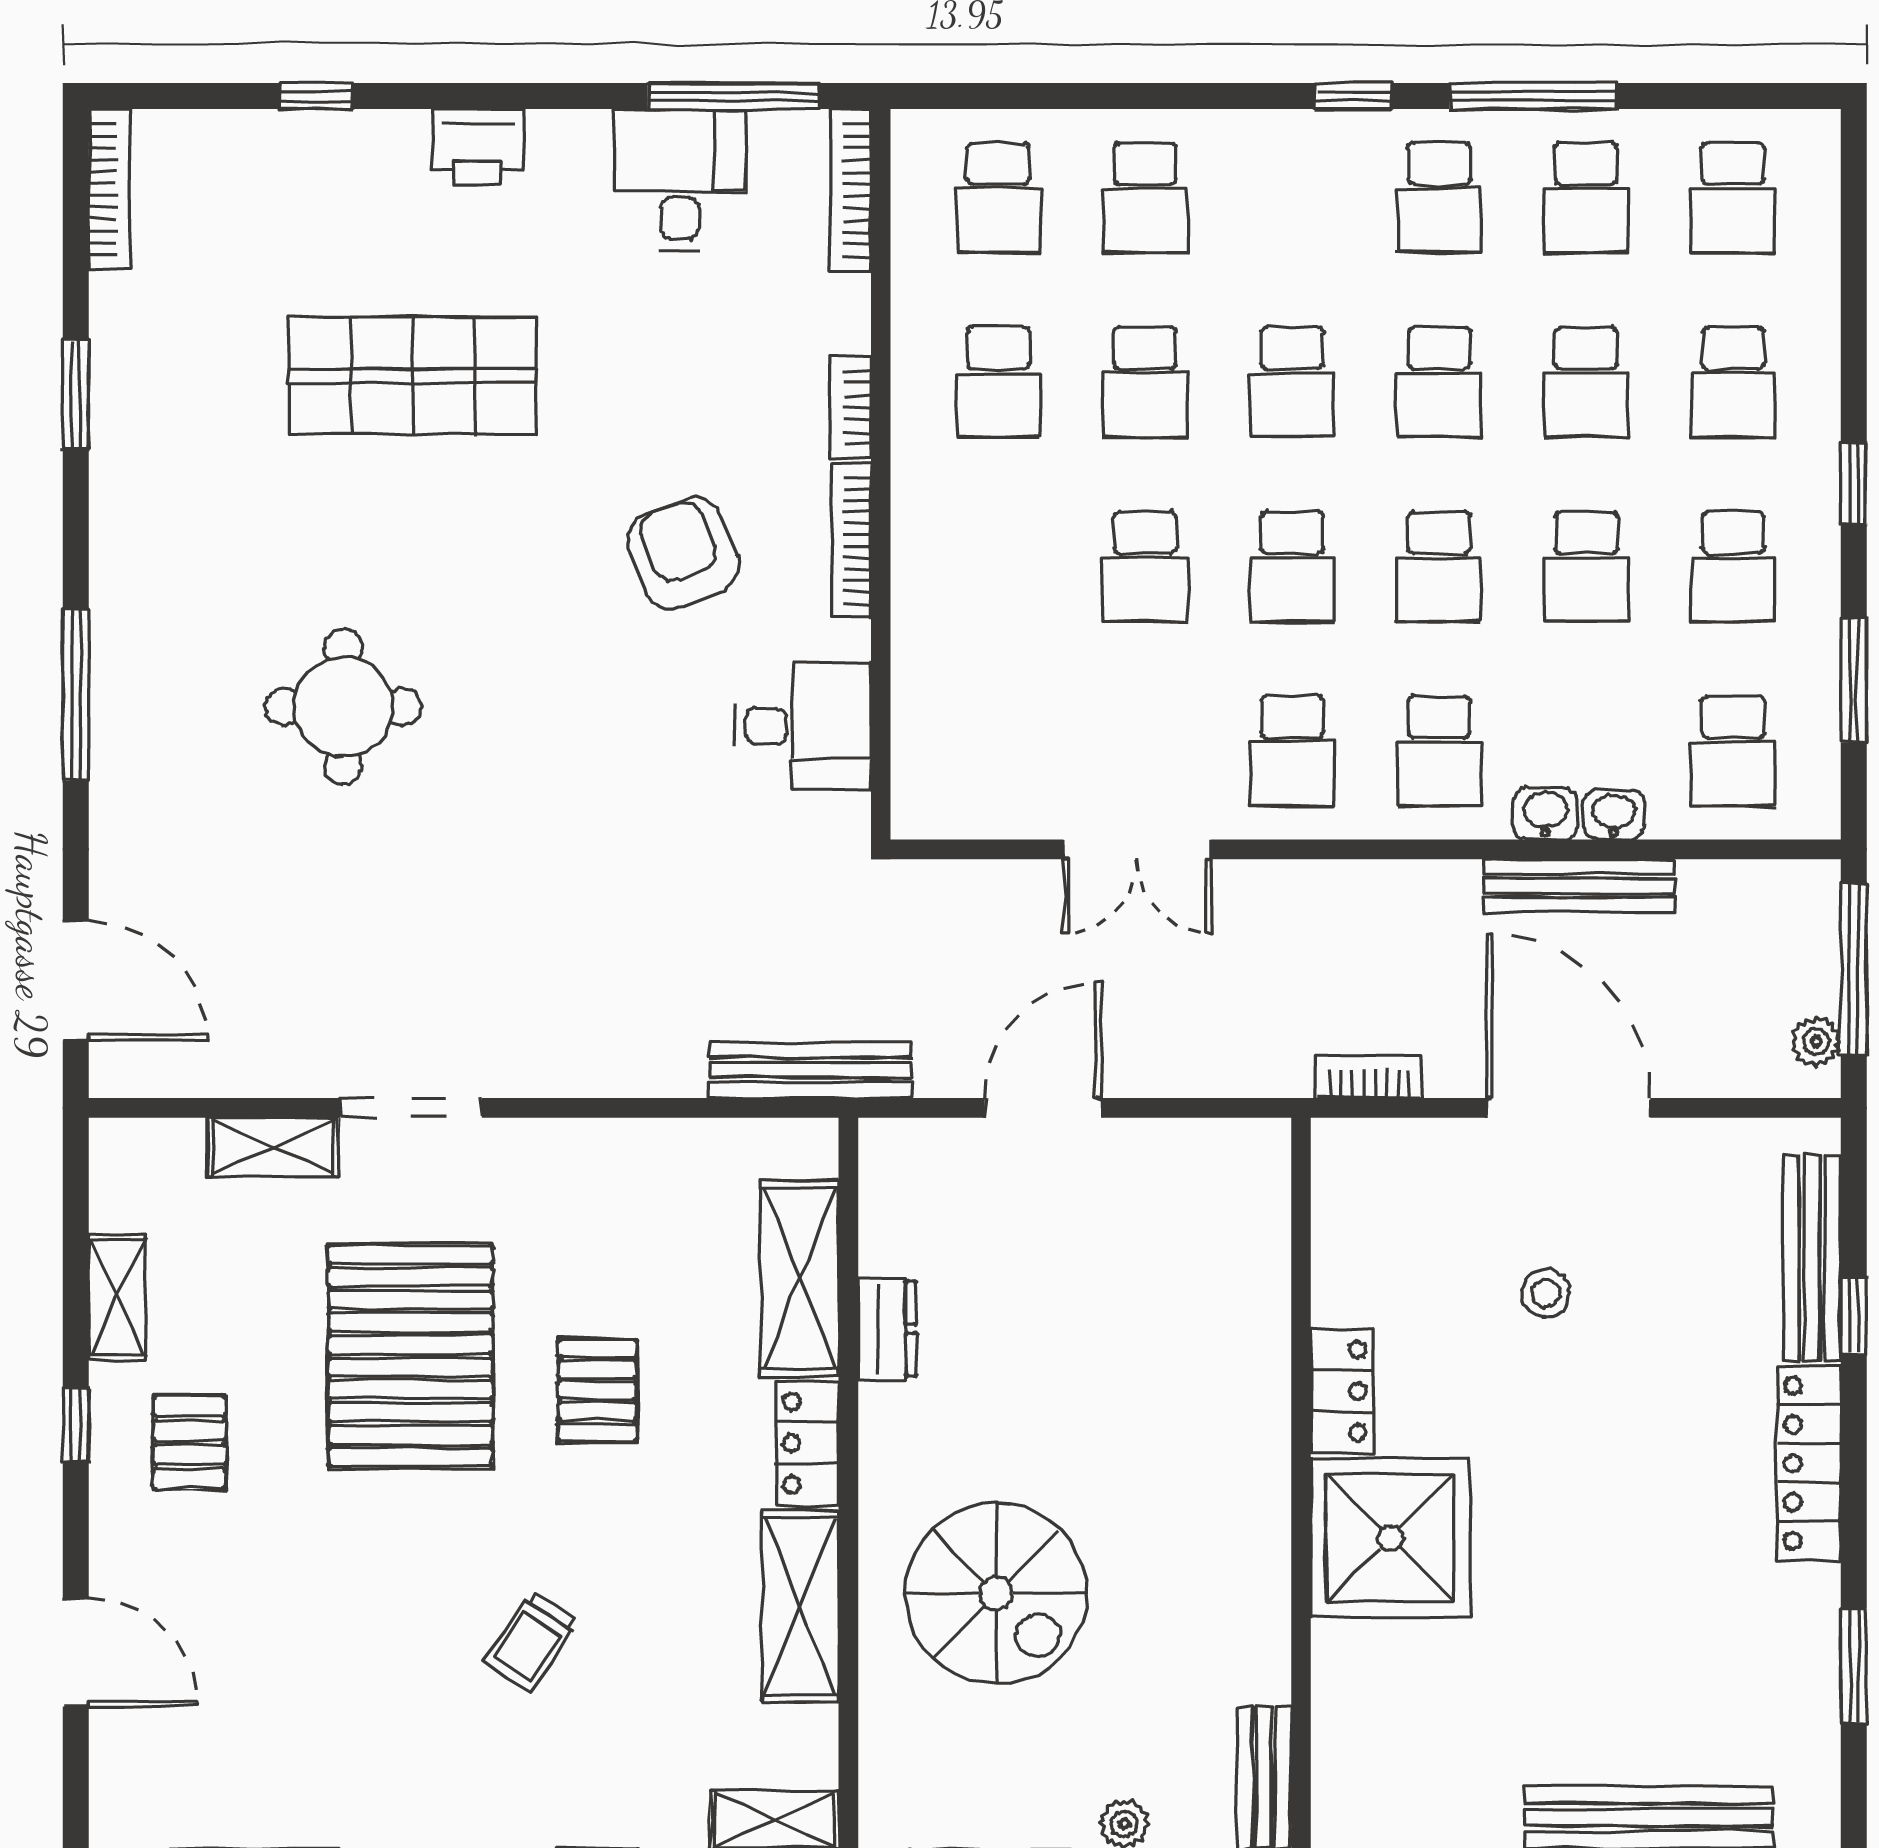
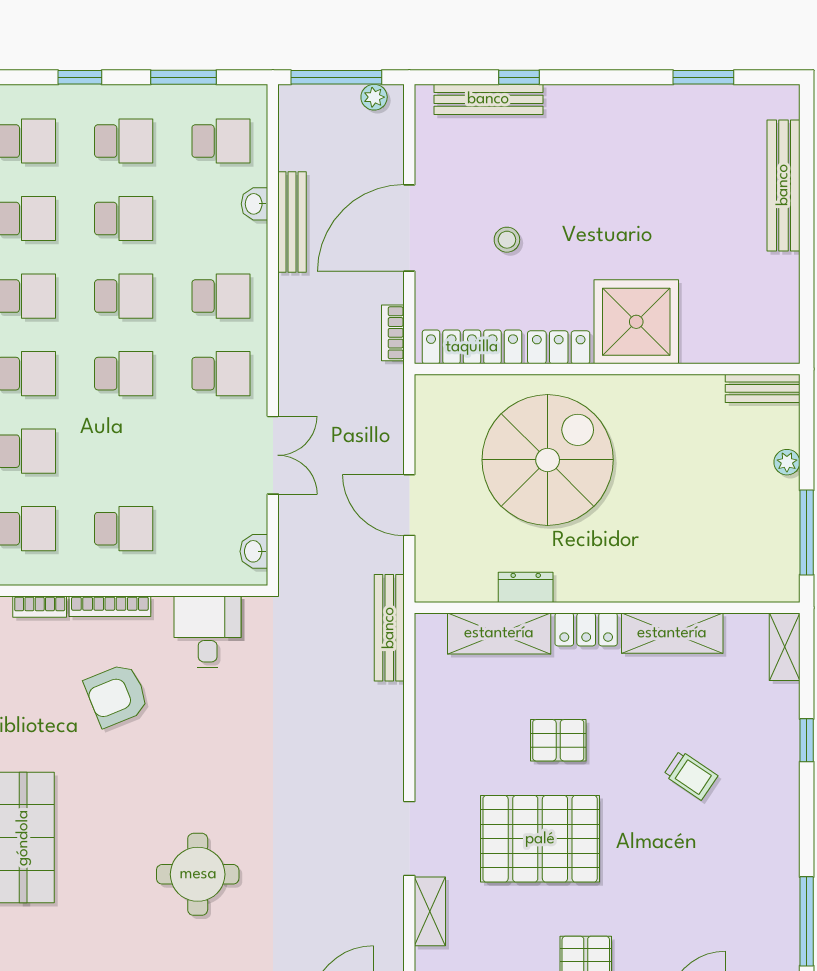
school desk: (1145, 567) -> (124, 529), moved
washbasin: (1545, 814) -> (254, 551), moved
locker: (1809, 1463) -> (472, 347), moved, turned 180
spiral stairs: (996, 1593) -> (548, 460), moved, width x1.37, depth x1.37

